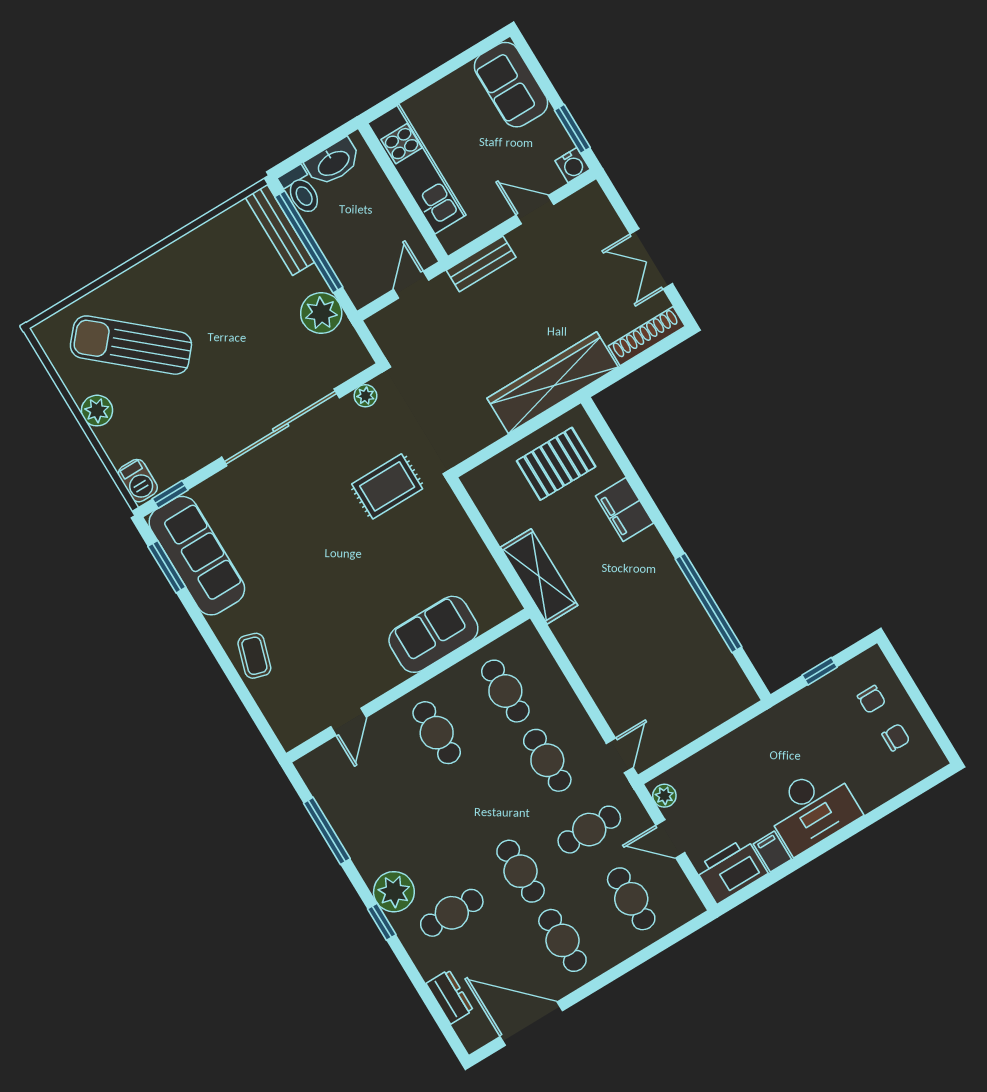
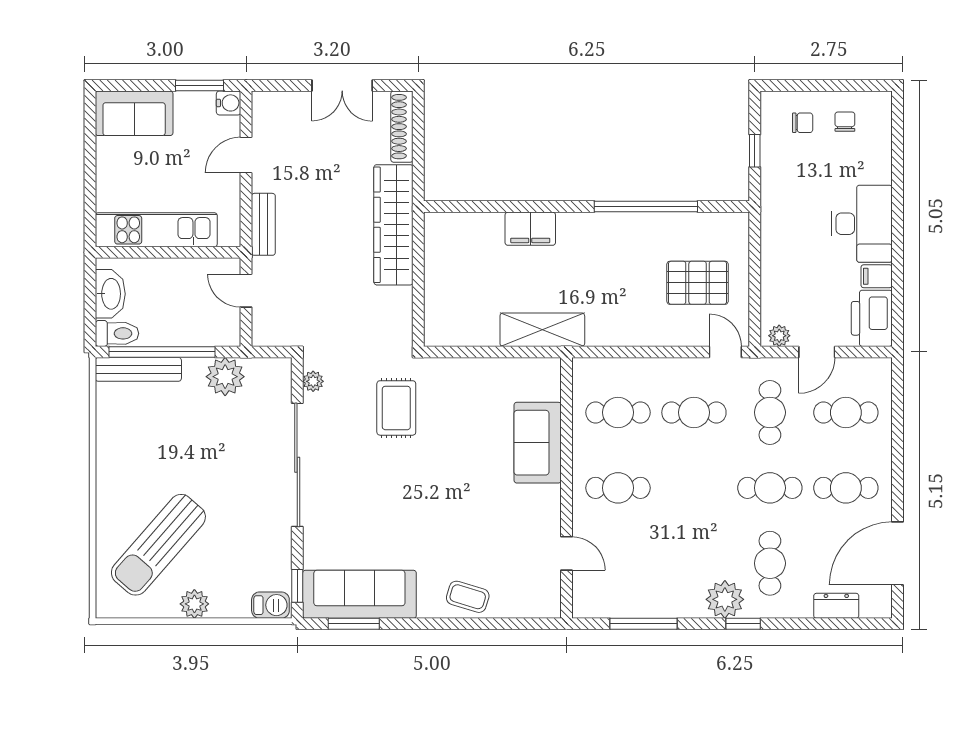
pallet: (556, 464) -> (698, 283), moved, turned 90

